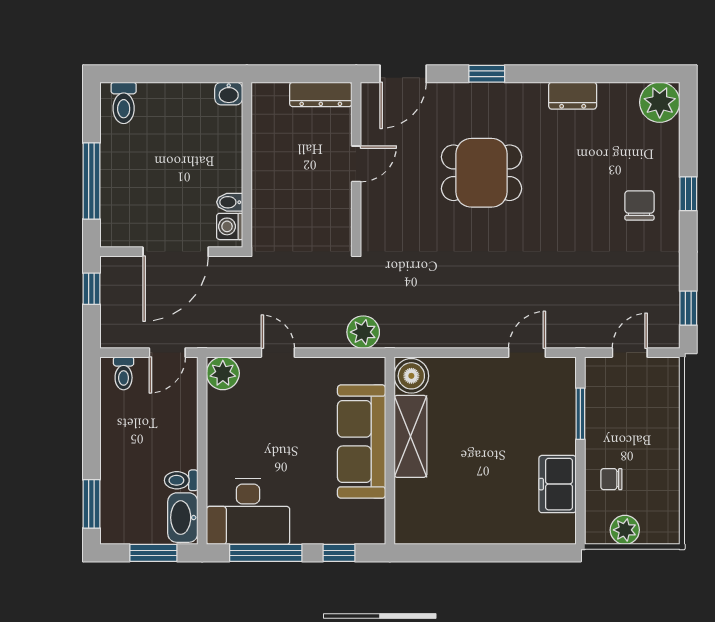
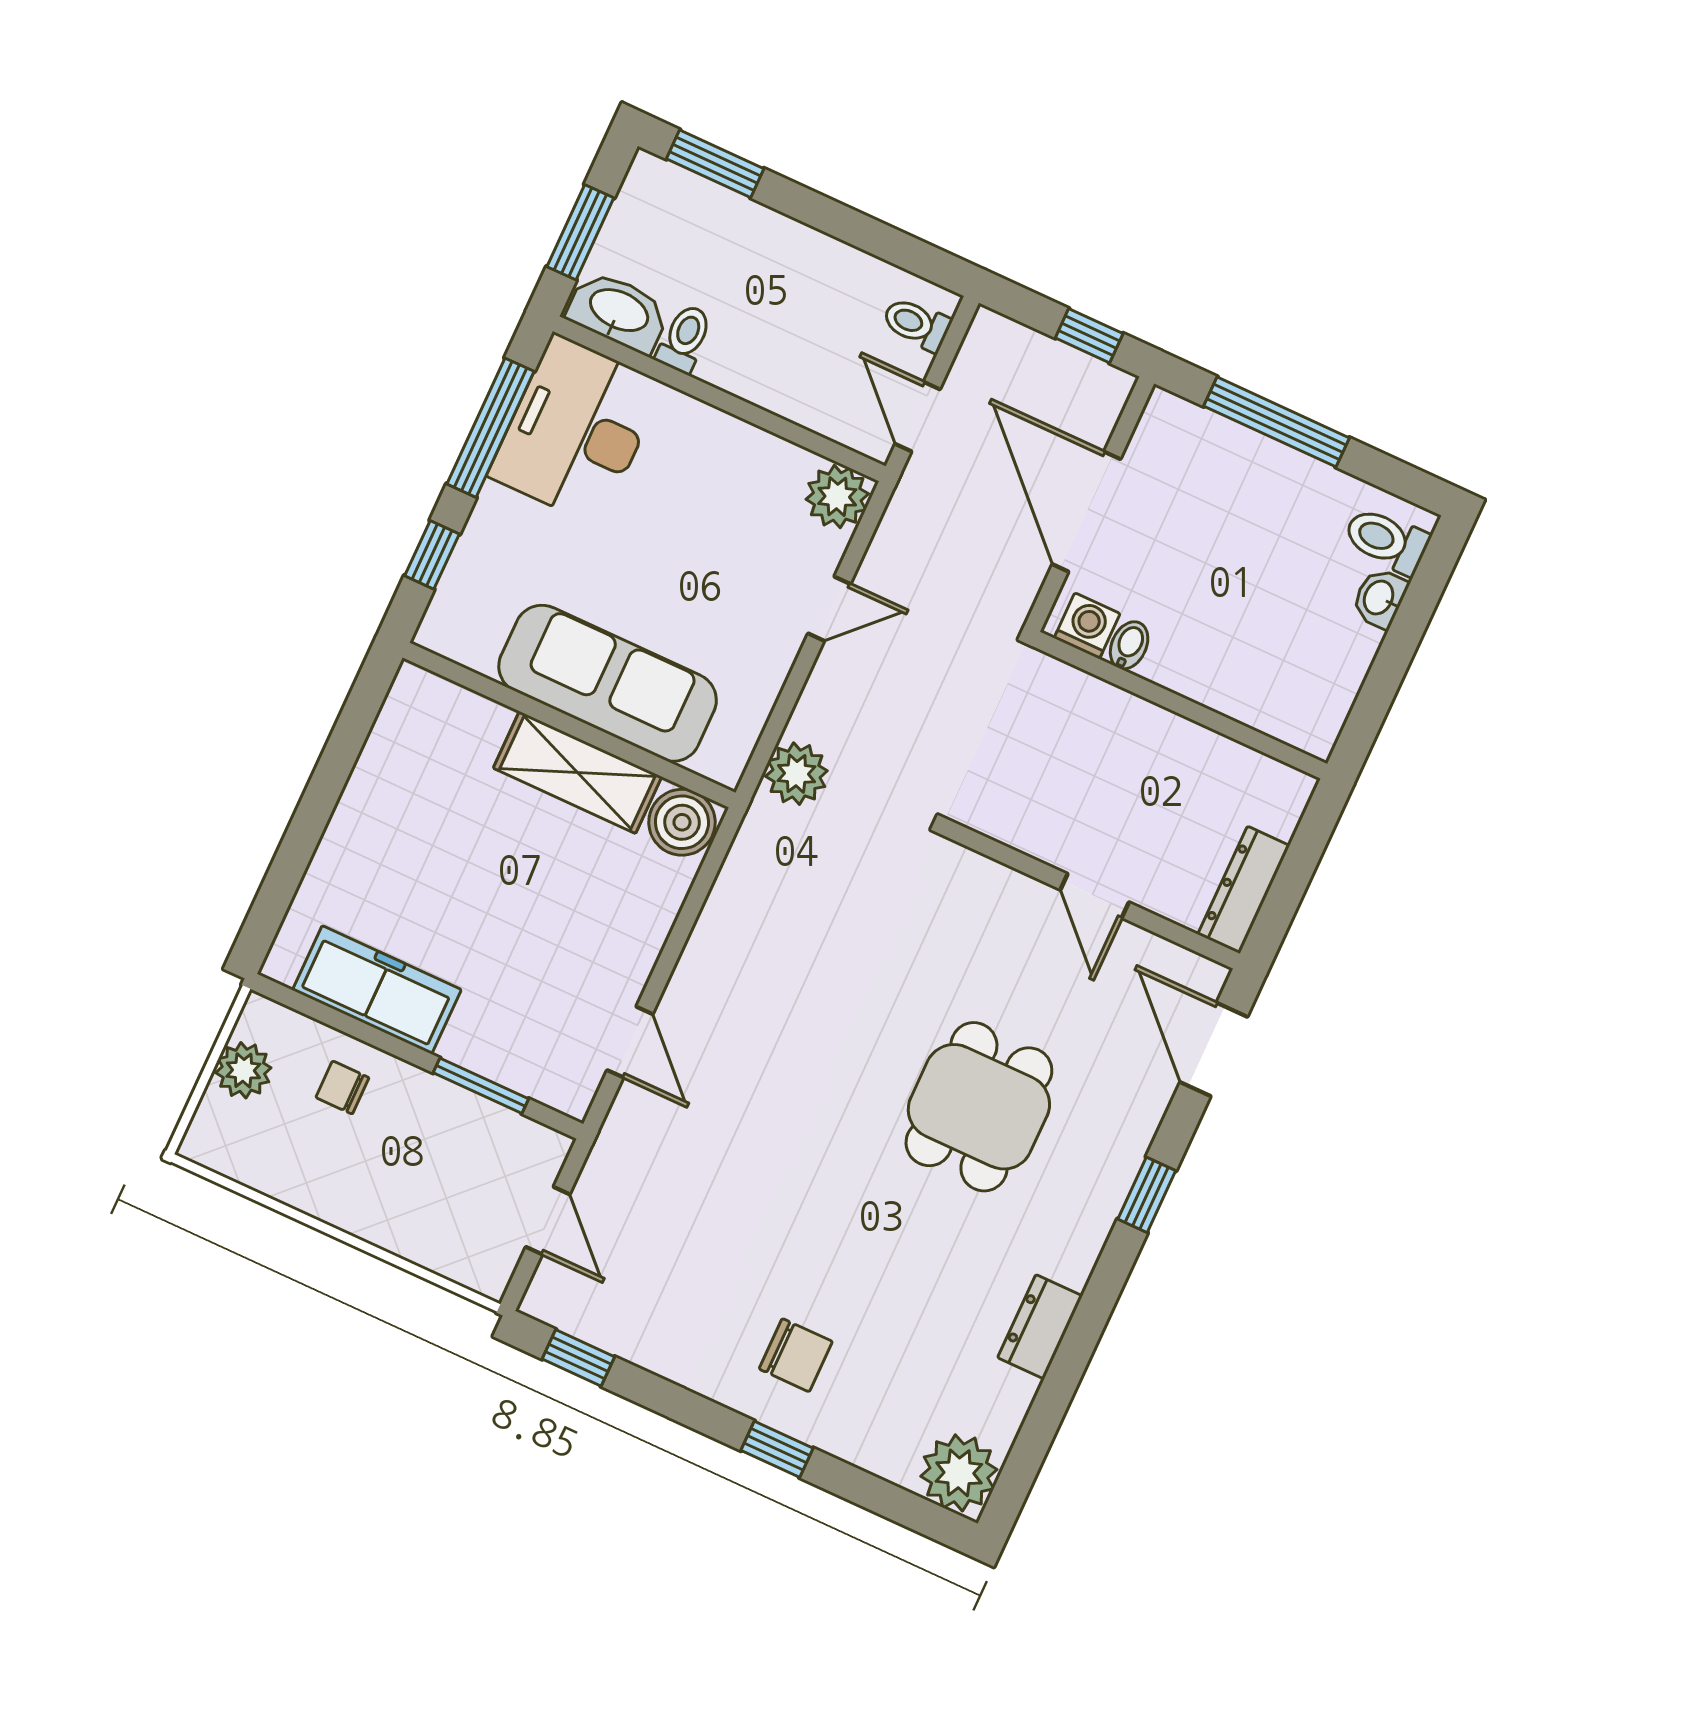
washbasin: (229, 94) -> (1380, 598), moved
chair: (611, 479) -> (342, 1087), turned -90
freezer: (558, 484) -> (377, 990), width x1.40

